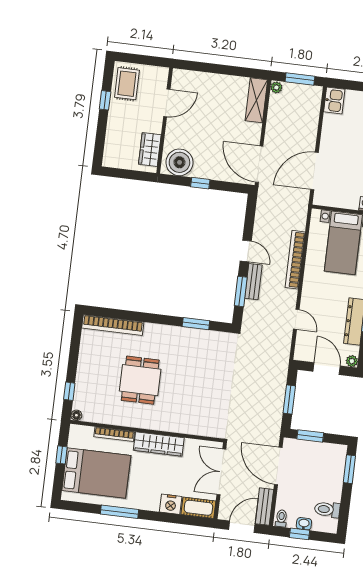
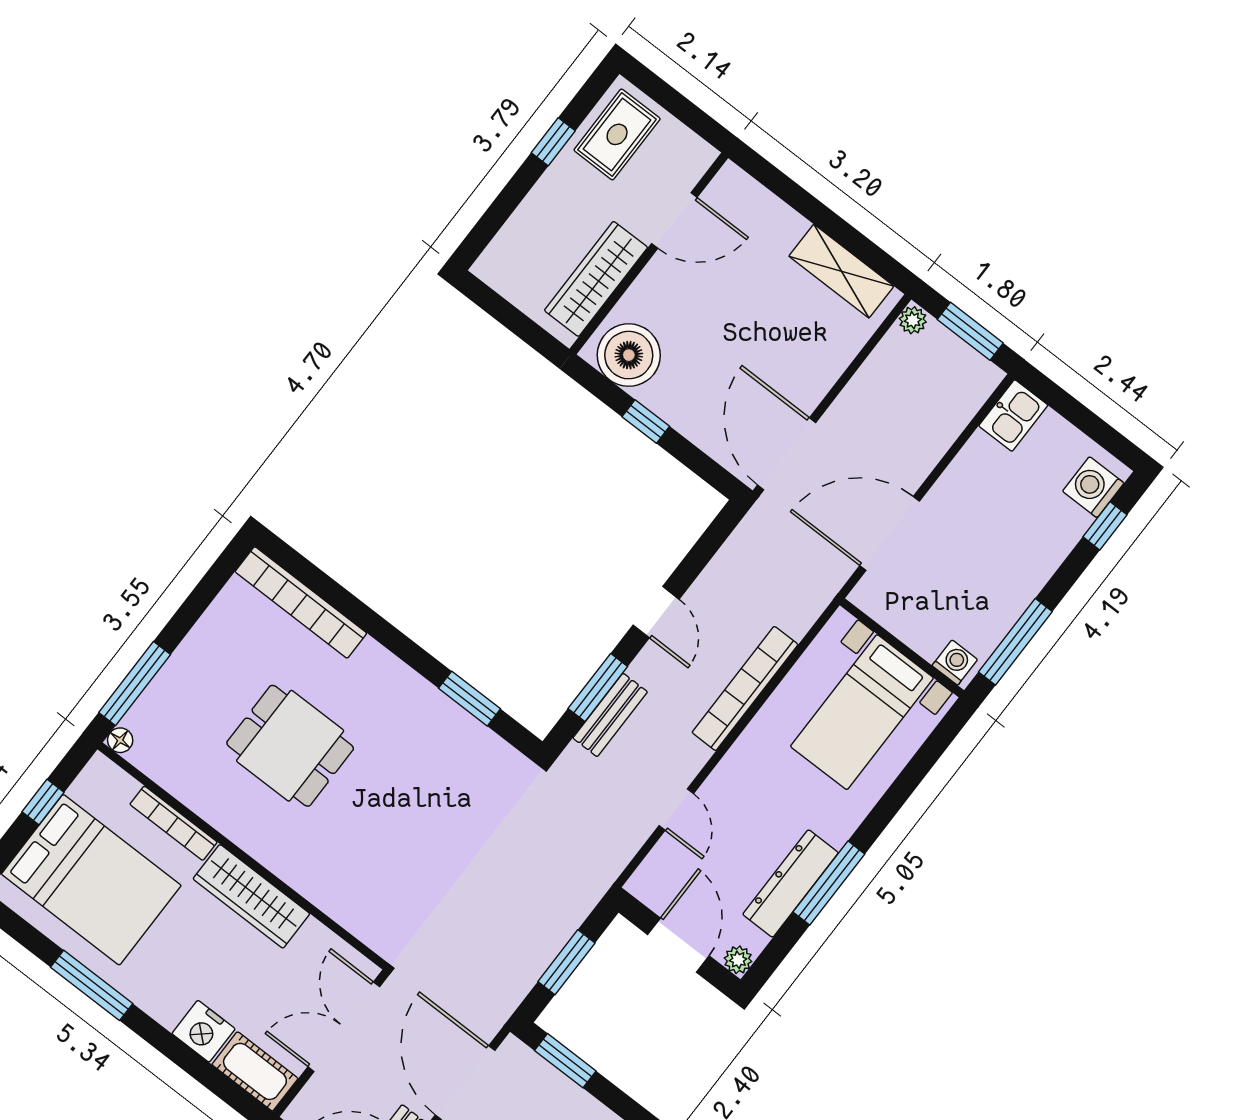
shelving: (256, 100) -> (841, 271), moved, turned 90
wardrobe: (150, 149) -> (596, 279), width x1.50
bench: (253, 282) -> (610, 715), moved
dining table: (140, 380) -> (290, 746), turned 90
window: (69, 391) -> (135, 683), width x2.17

